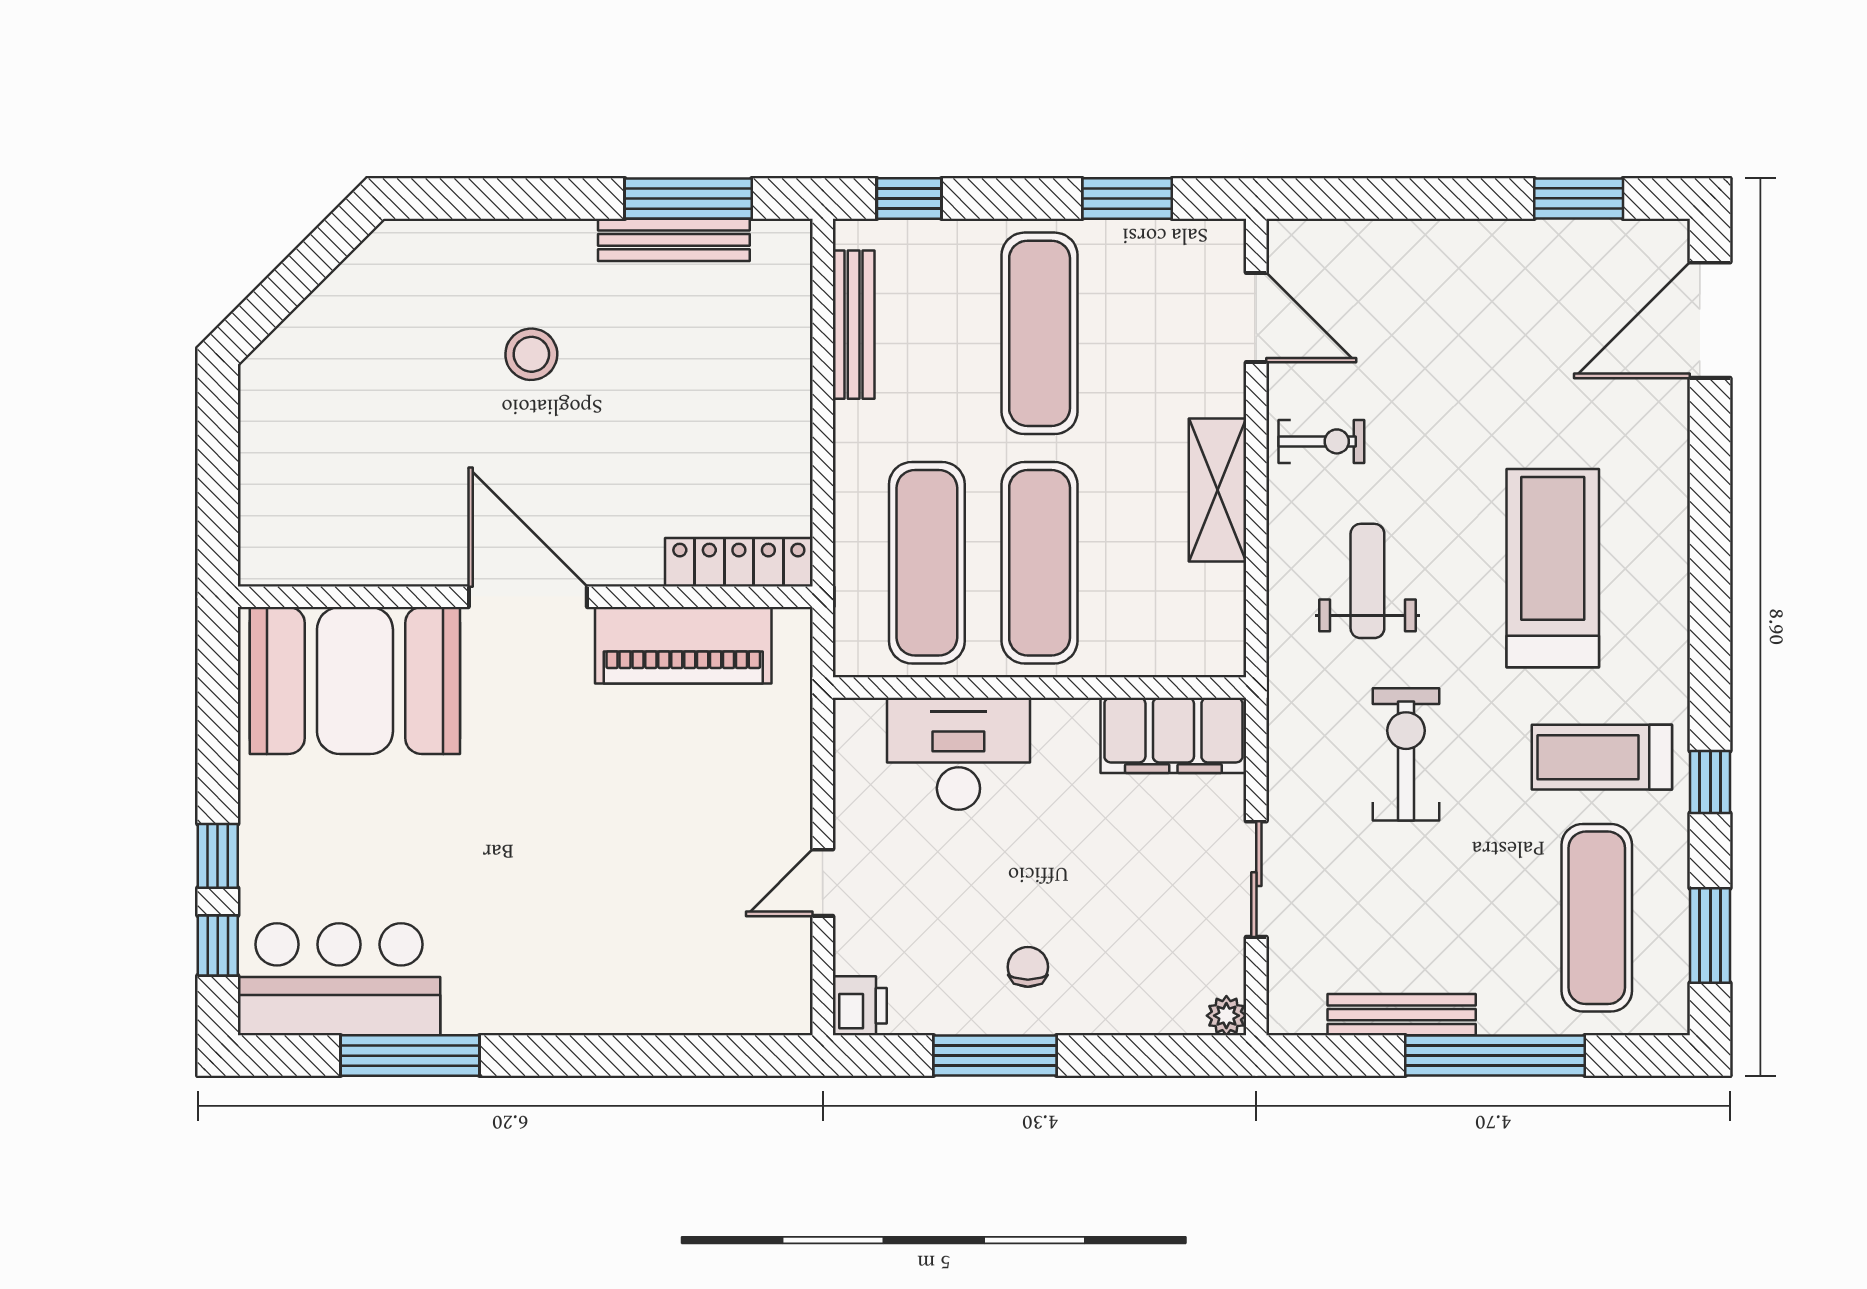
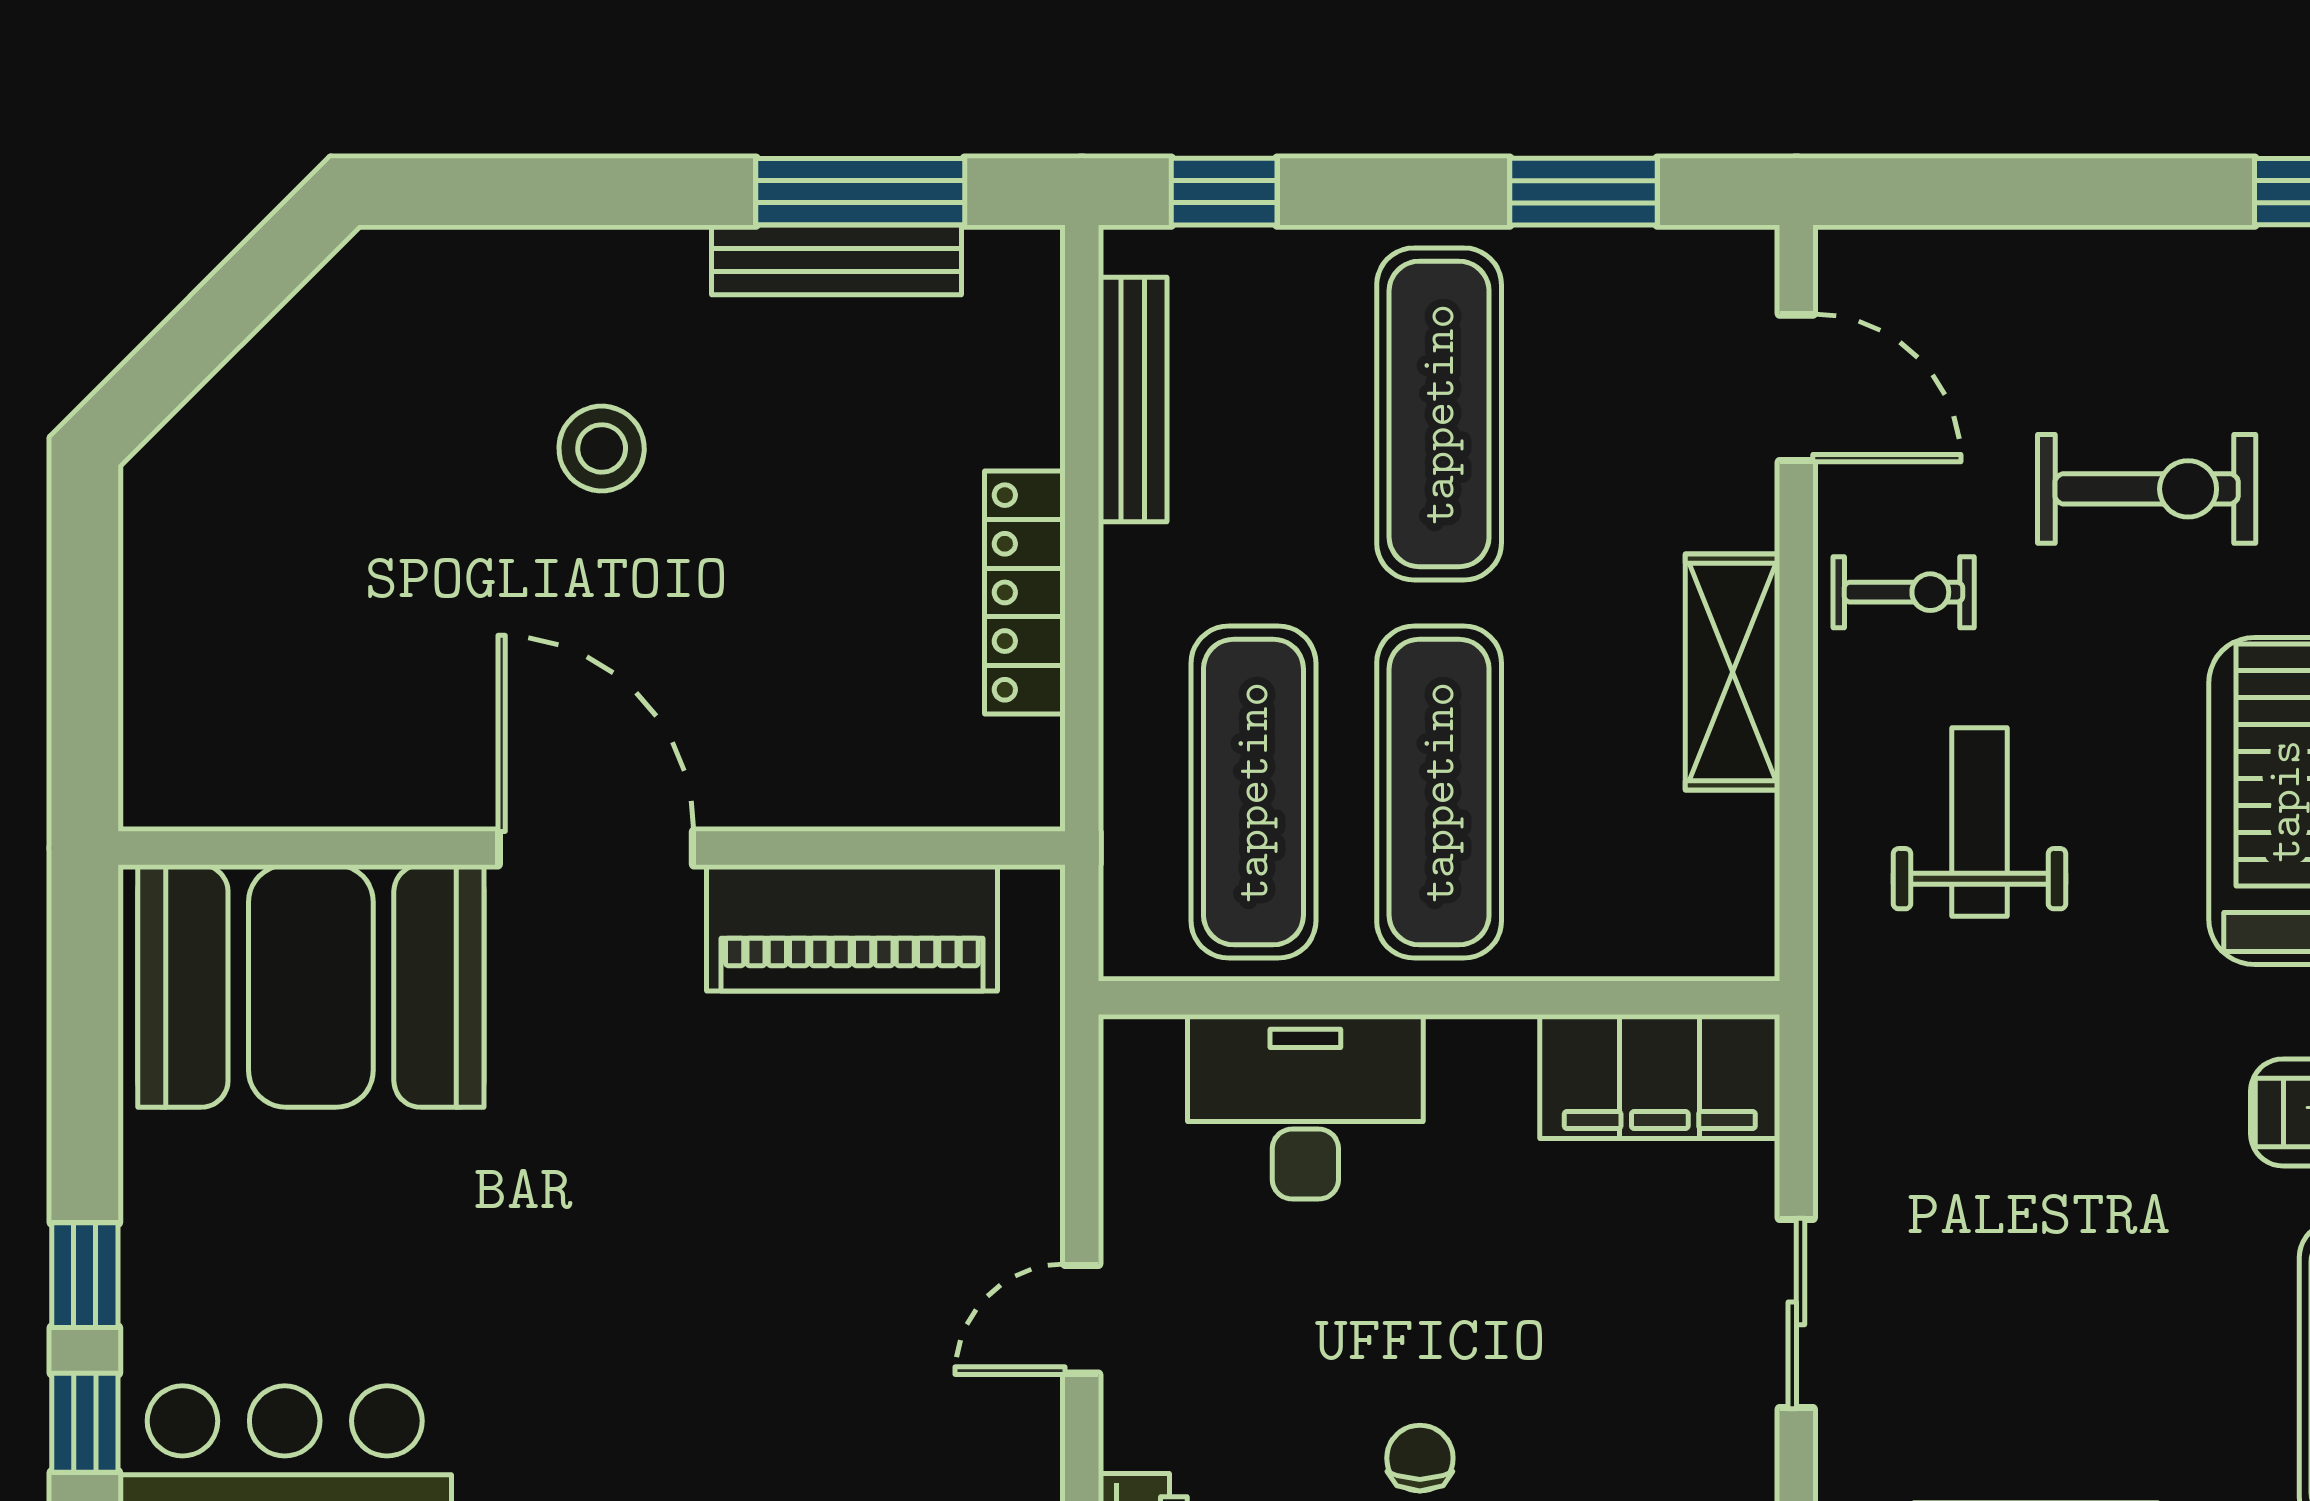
locker: (739, 562) -> (1025, 592), moved, turned -90
exercise bike: (1406, 754) -> (2147, 489), moved, turned 90

